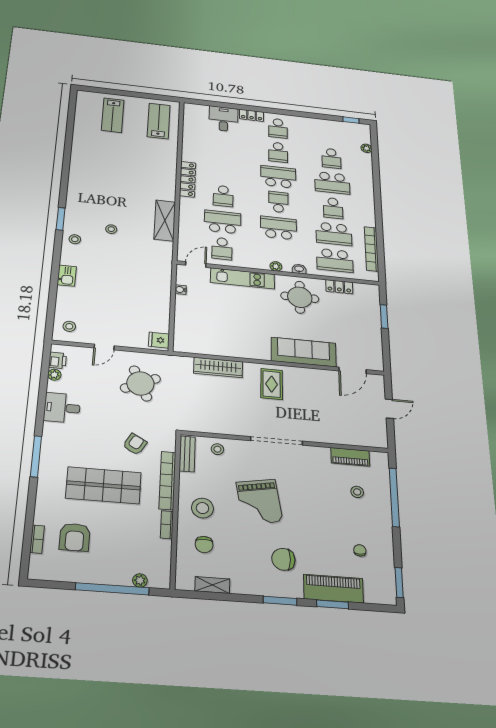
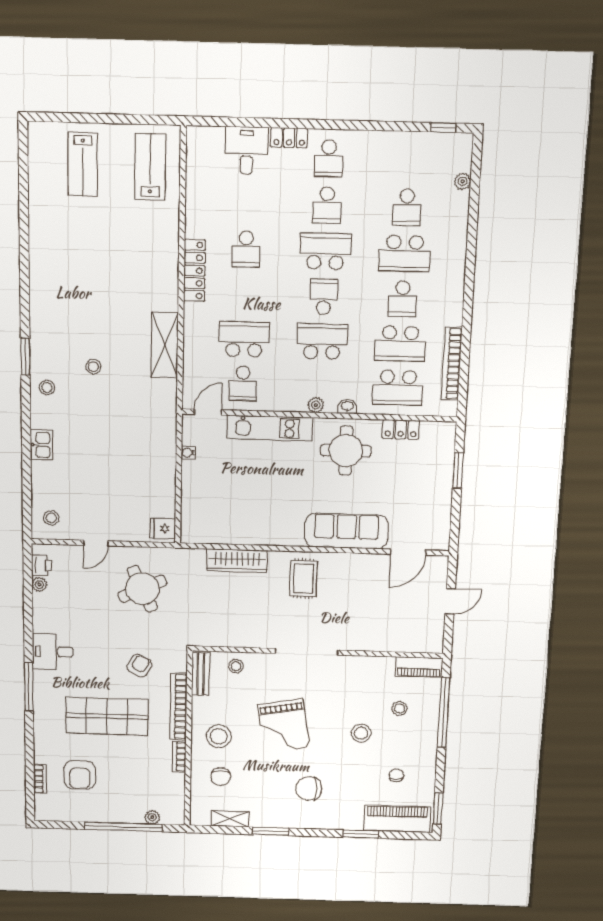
school desk: (223, 196) -> (246, 249), moved
desk: (62, 408) -> (53, 652), moved
piano: (350, 457) -> (419, 667), moved
stool: (326, 511) -> (361, 733), added
piano: (333, 589) -> (397, 819), moved
window: (280, 601) -> (271, 831), moved

